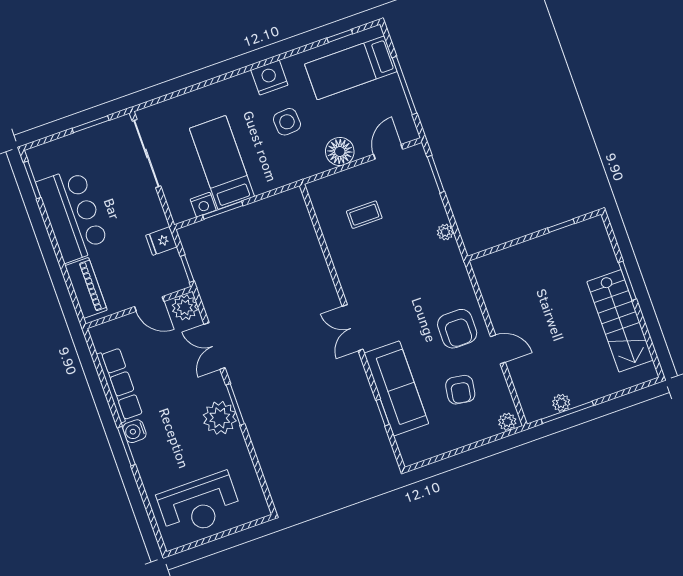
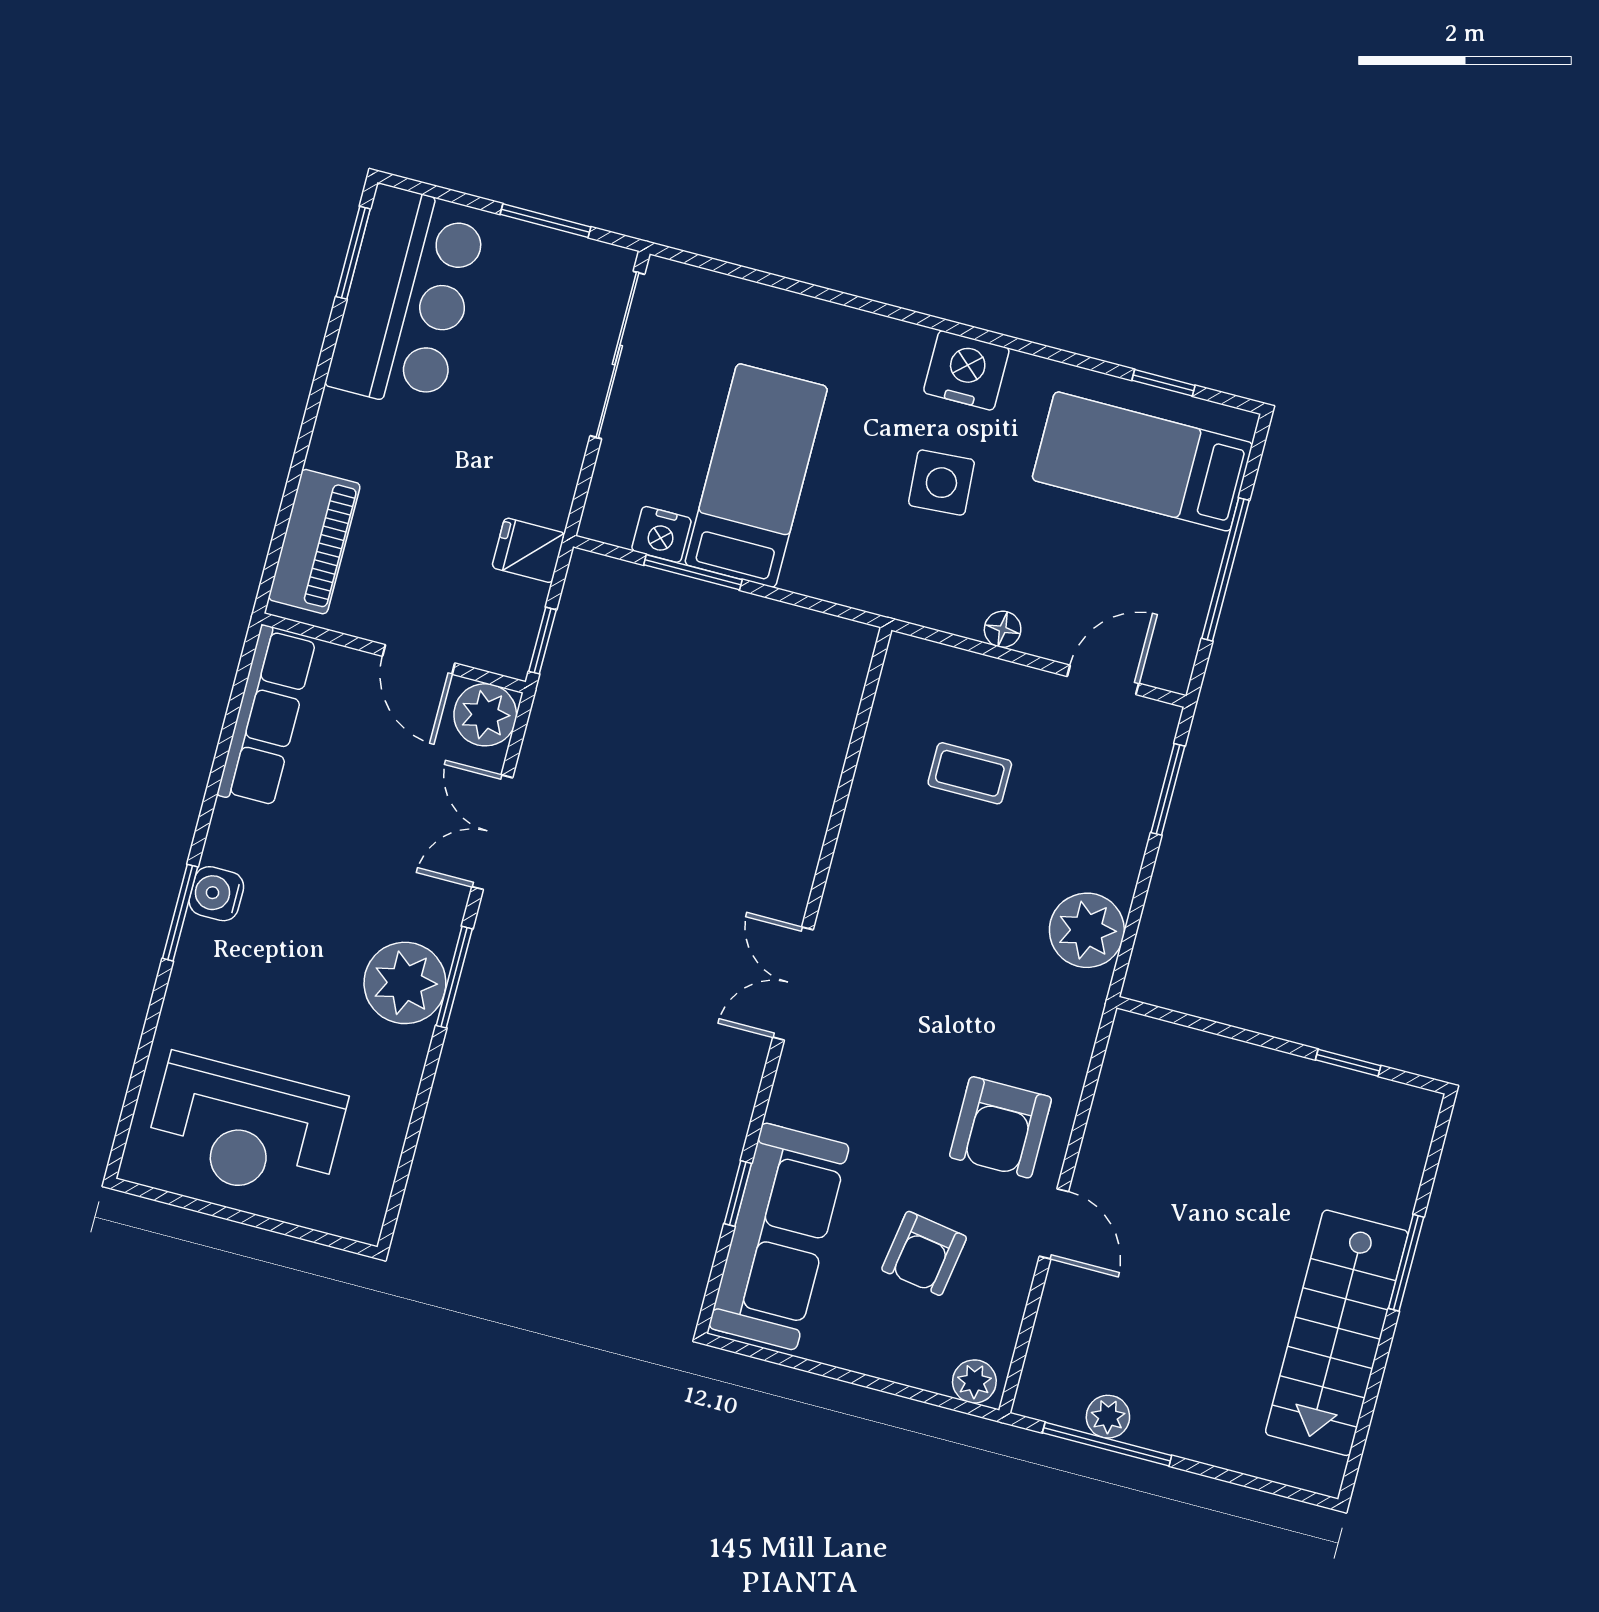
floor lamp: (340, 152) -> (1003, 629), width x0.53, depth x0.53
bar counter: (73, 215) -> (407, 298), moved
plant: (445, 232) -> (1087, 930), width x1.87, depth x1.87
row of seats: (120, 385) -> (267, 717), moved
sofa: (396, 388) -> (779, 1236), moved

